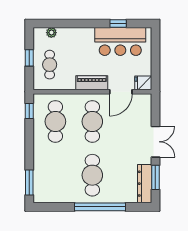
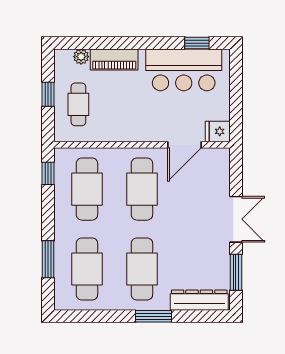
window: (118, 23) -> (197, 43), moved
piano: (92, 83) -> (114, 59), moved, turned 180
cafe table: (55, 175) -> (87, 269), added
window: (29, 183) -> (48, 259), moved
dresser: (145, 184) -> (199, 300), moved, turned 90
window: (100, 207) -> (153, 316), width x0.47

